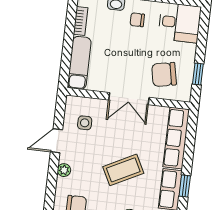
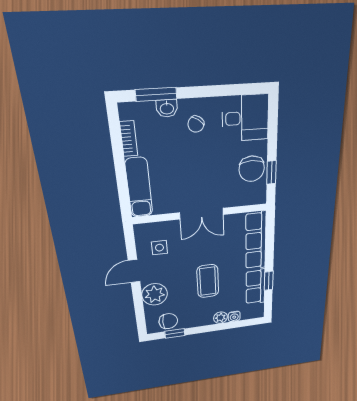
chair: (137, 20) -> (196, 124), turned -56
chair: (164, 74) -> (252, 169), moved, turned -79
plant: (64, 170) -> (155, 294), width x1.87, depth x1.87
coffee table: (123, 170) -> (208, 281), turned -63

